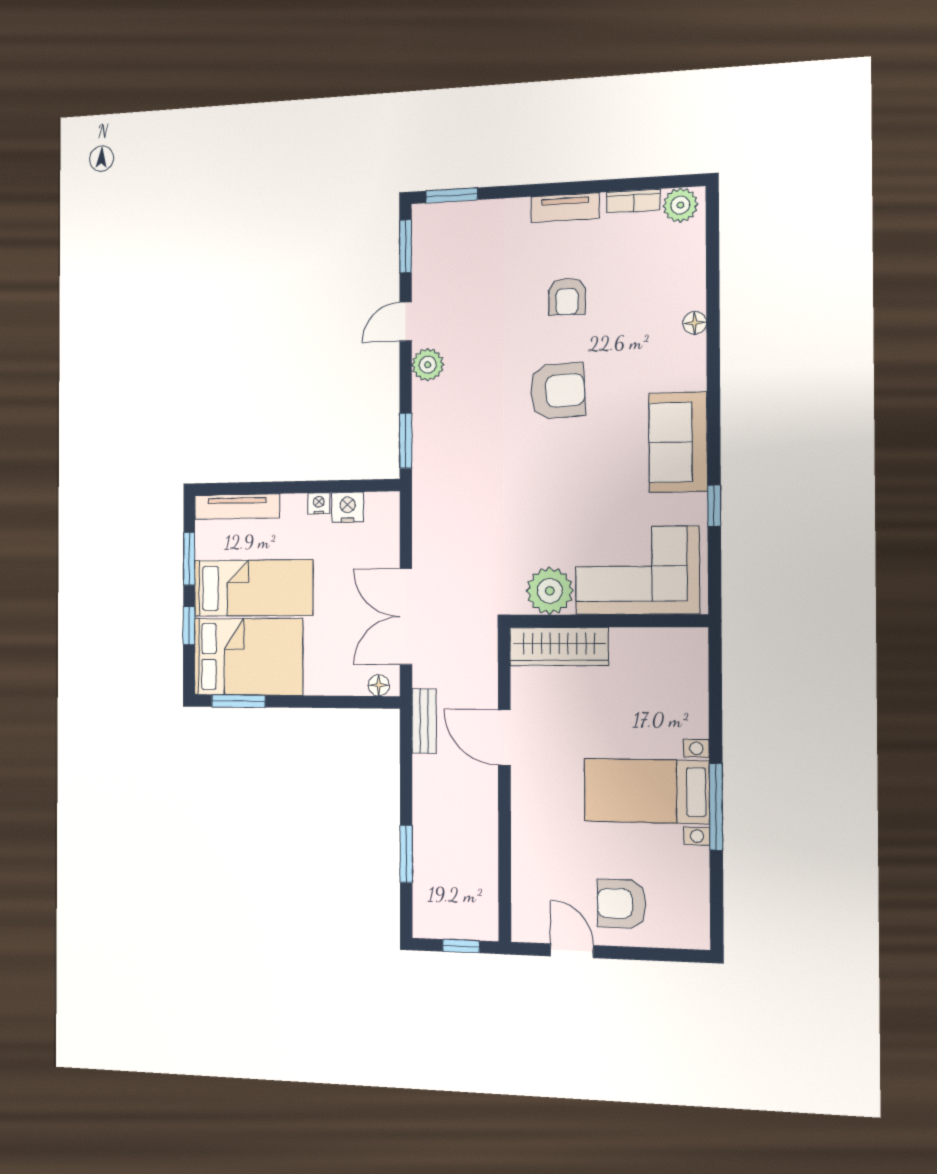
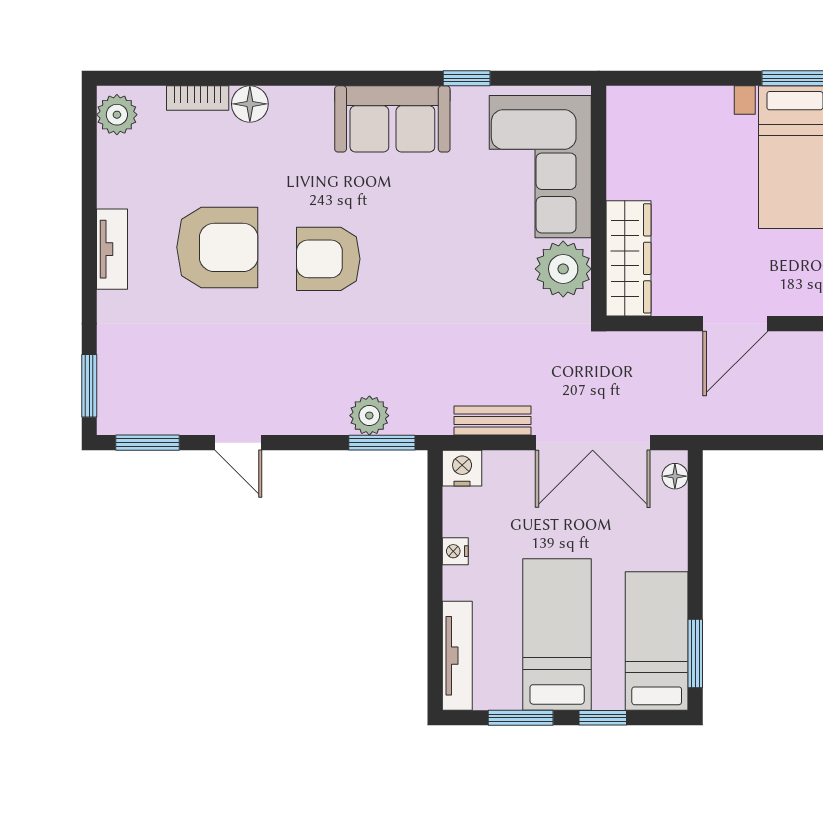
bookcase: (633, 201) -> (198, 98), moved, turned 90
armchair: (567, 296) -> (217, 247), width x1.88, depth x1.88
floor lamp: (695, 323) -> (250, 104), width x1.37, depth x1.37
plant: (428, 365) -> (369, 416), moved
armchair: (558, 391) -> (328, 259), turned -87
nightstand: (348, 507) -> (462, 468), moved, turned 90
bed: (248, 657) -> (657, 641), width x0.67
bench: (424, 721) -> (492, 421), moved

